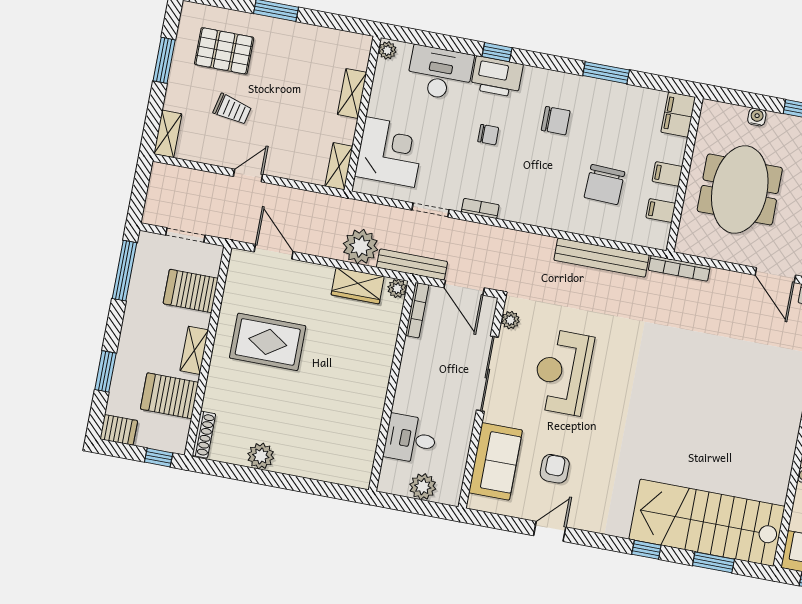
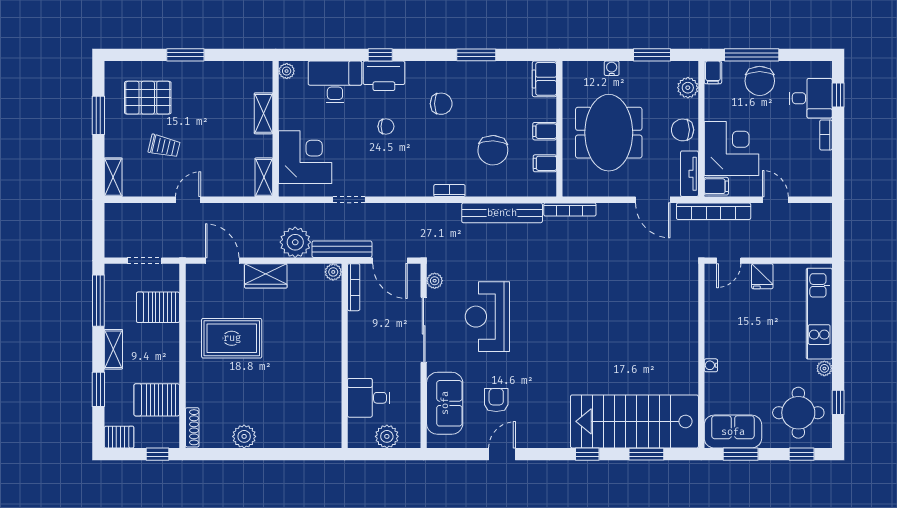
bookcase: (480, 208) -> (449, 191), moved
wardrobe: (358, 286) -> (266, 276), moved
shelving: (194, 350) -> (113, 349), moved

